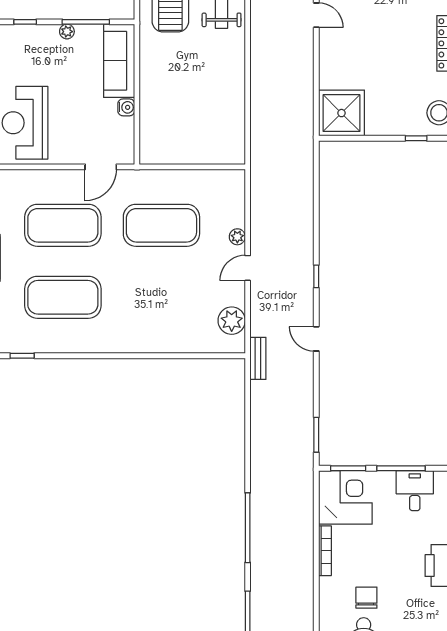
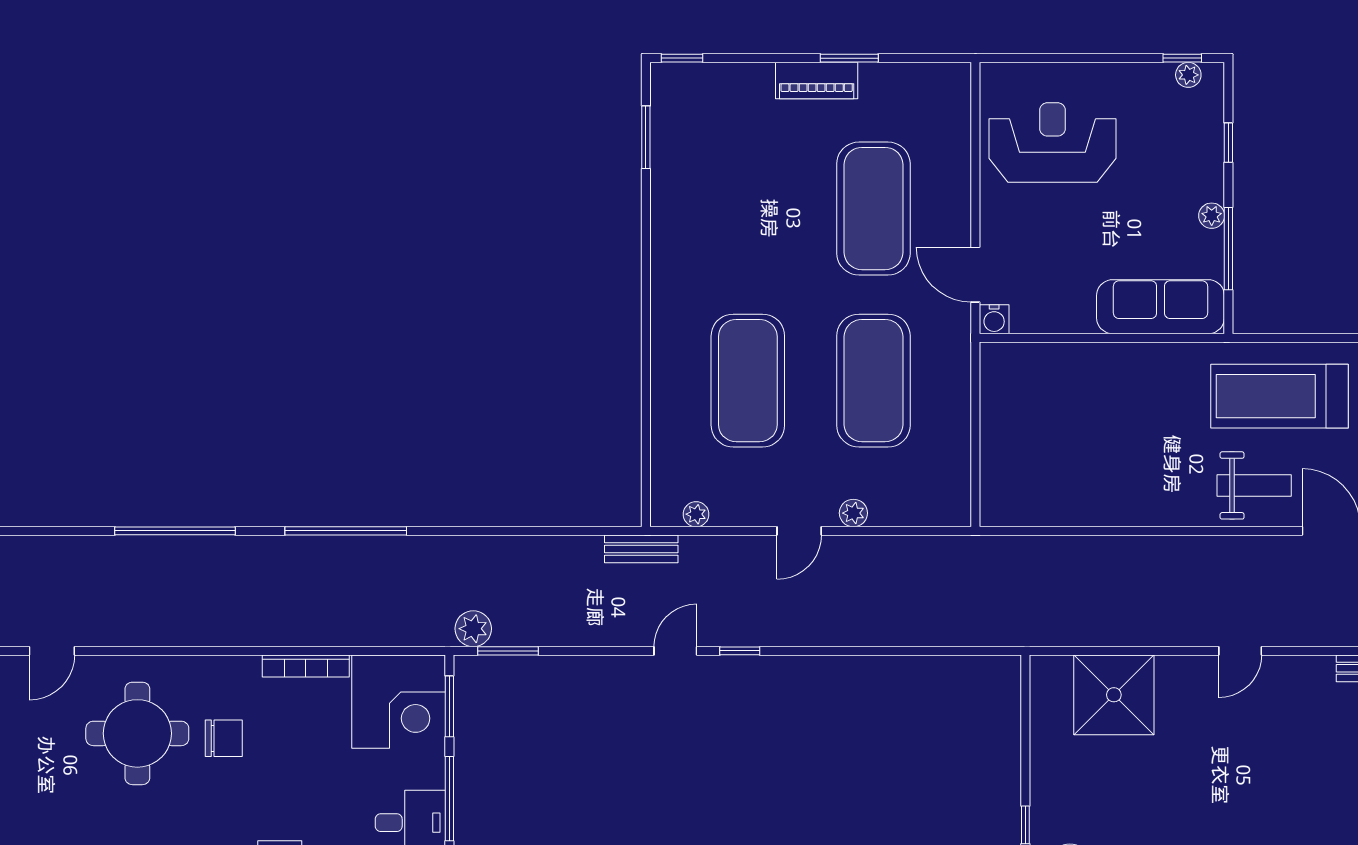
water cooler: (126, 107) -> (994, 319), moved
shower: (341, 113) -> (1114, 695), moved
door: (248, 268) -> (799, 531), swing flipped
window: (316, 276) -> (740, 651), moved
exercise mat: (63, 297) -> (748, 381), moved
plant: (232, 321) -> (696, 514), width x0.53, depth x0.53
window: (22, 356) -> (646, 137), width x1.50
plant: (304, 455) -> (473, 629), added

